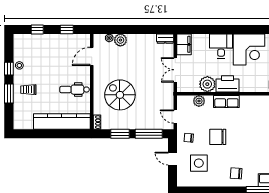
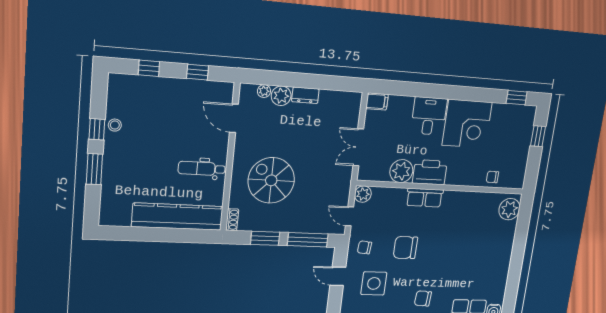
dresser: (165, 39) -> (305, 95), moved
filing cabinet: (184, 44) -> (377, 101), width x0.50
door: (92, 56) -> (234, 118), hinge flipped
trolley: (28, 90) -> (127, 165), removed
plant: (199, 101) -> (363, 194), moved

